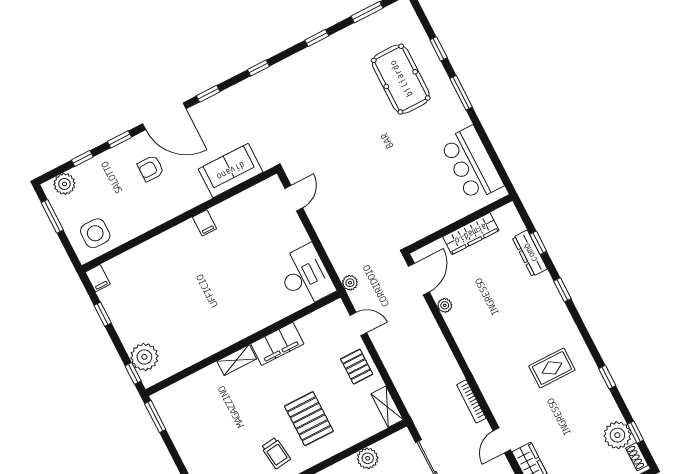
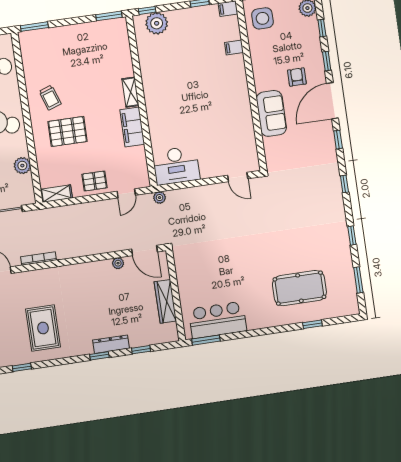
window: (461, 93) -> (206, 340), moved
sofa: (231, 171) -> (271, 113), moved
filing cabinet: (204, 223) -> (234, 48), moved
dresser: (530, 253) -> (111, 344), moved
rug: (552, 368) -> (43, 328), width x1.36, depth x1.43
trolley: (276, 453) -> (50, 98), turned -102

